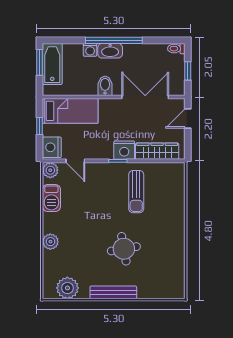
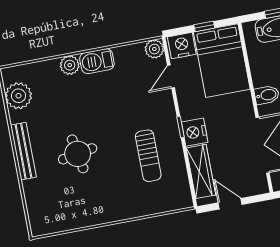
bed: (70, 111) -> (222, 61), width x1.50
door: (188, 118) -> (230, 204), moved
sun lounger: (136, 192) -> (148, 156), turned -90
barbecue: (51, 198) -> (97, 61), moved

